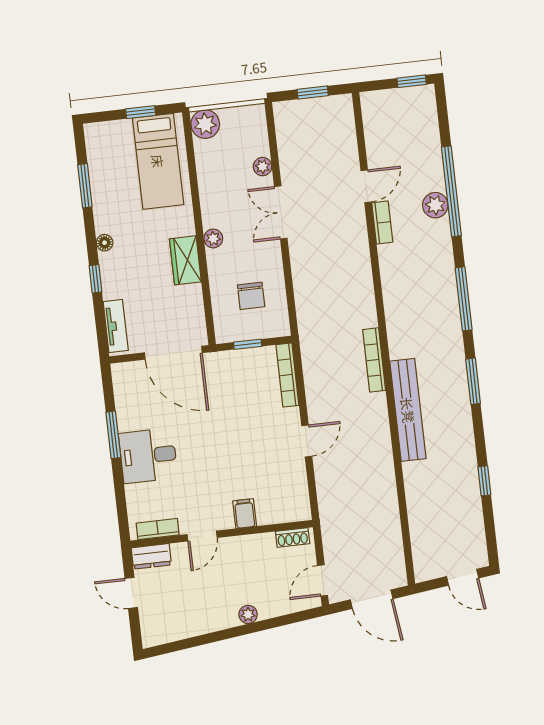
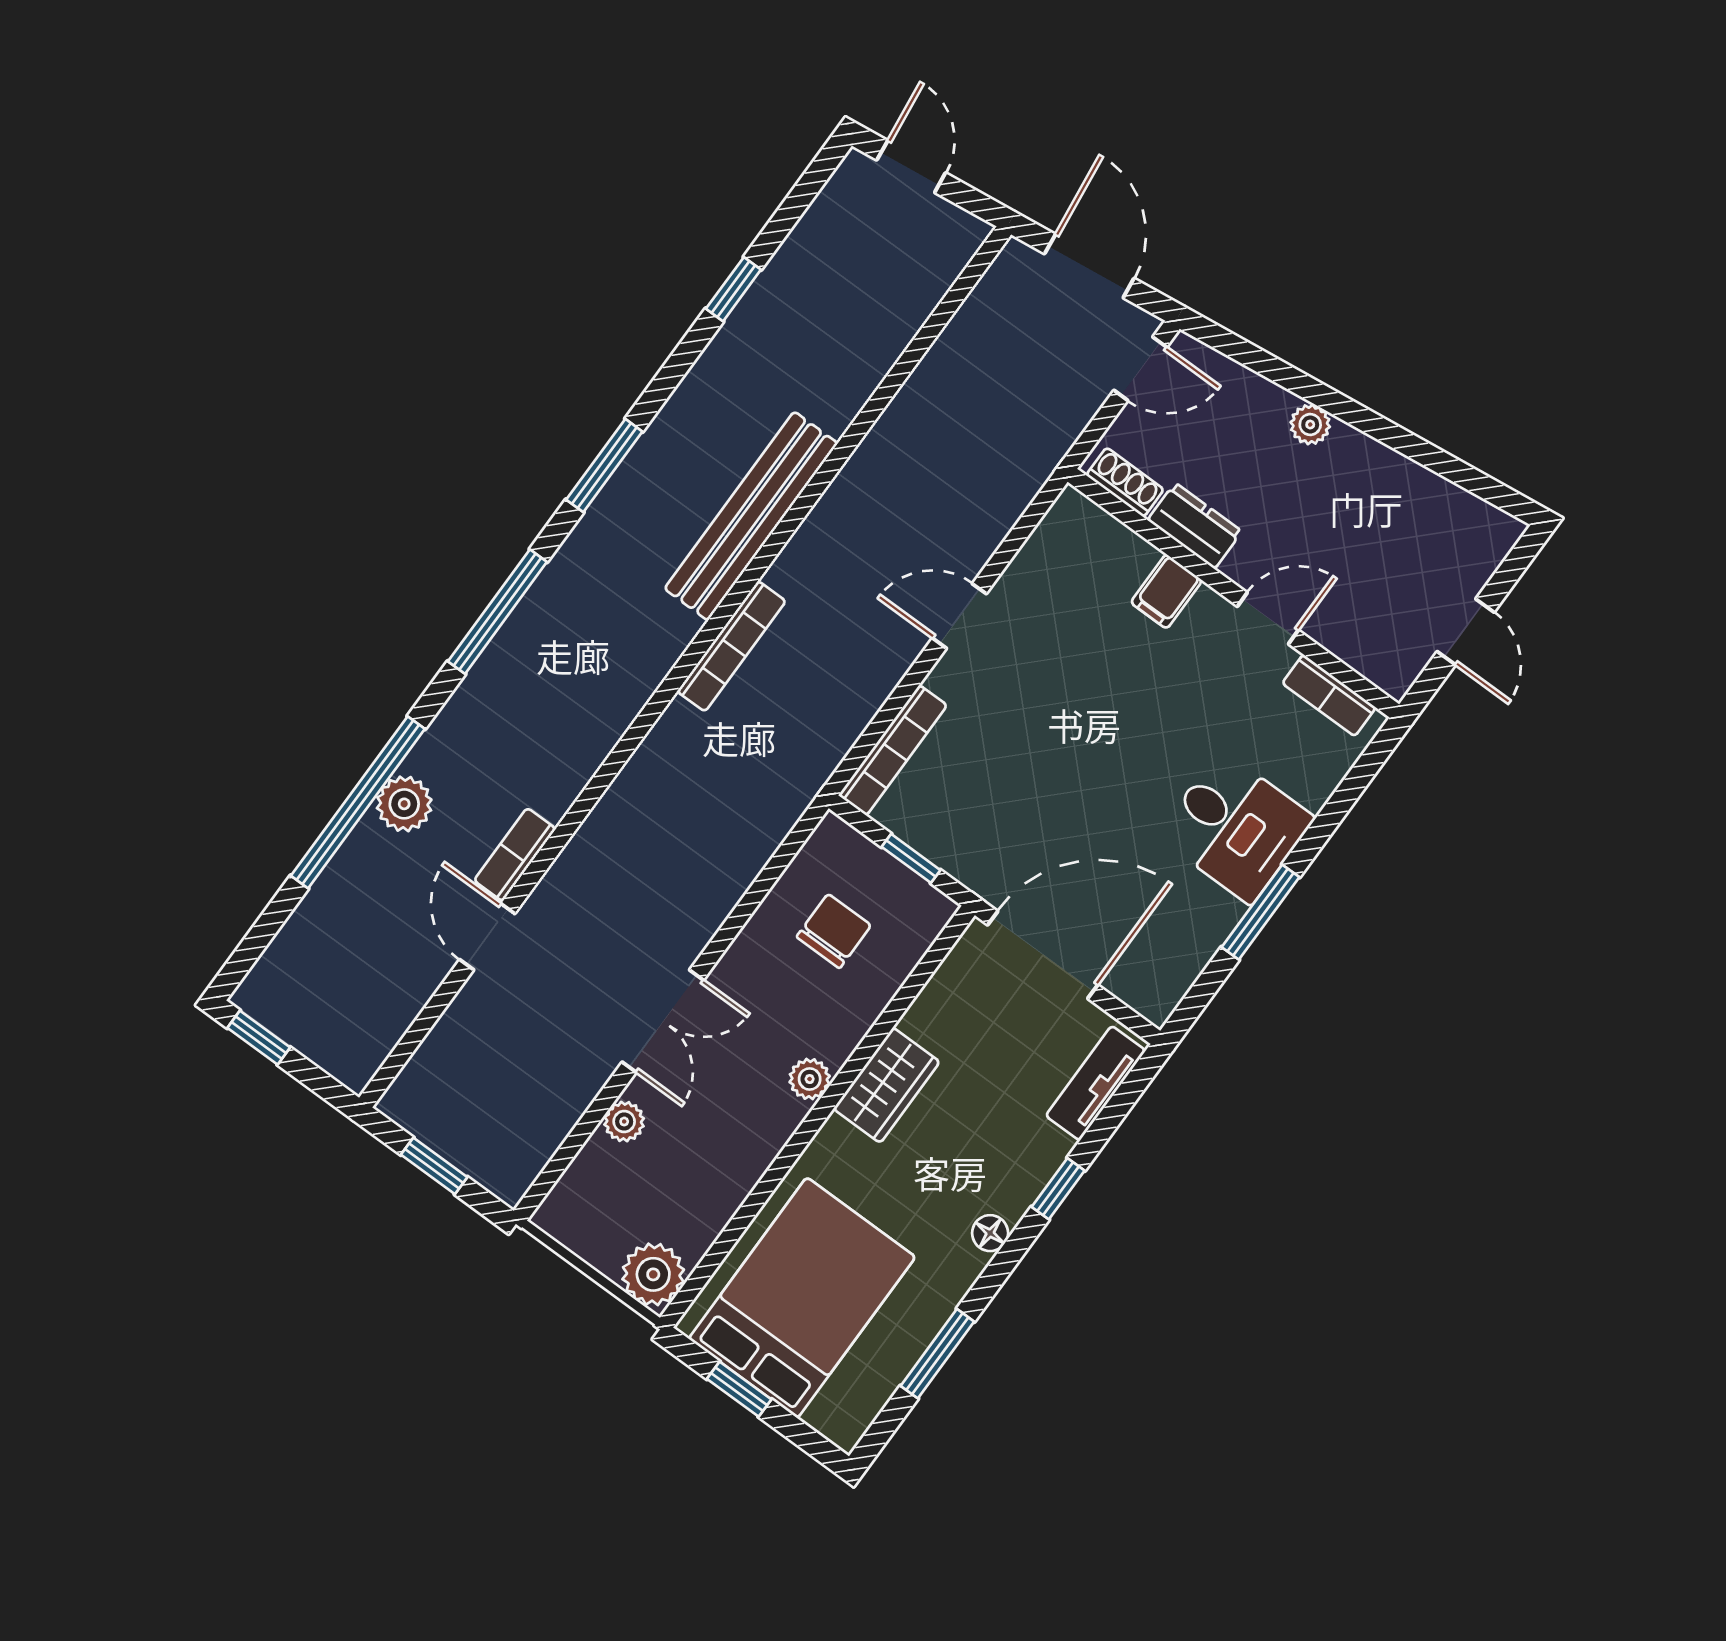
bed: (158, 161) -> (802, 1298), width x1.50
door: (366, 186) -> (487, 937), hinge flipped
door: (173, 353) -> (1043, 955), hinge flipped
dresser: (151, 556) -> (1195, 526), moved

